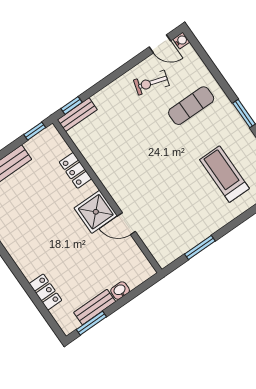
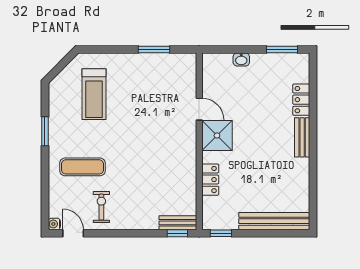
exercise bike: (151, 83) -> (101, 207), turned -107
bench: (95, 307) -> (302, 137), moved, turned 90

